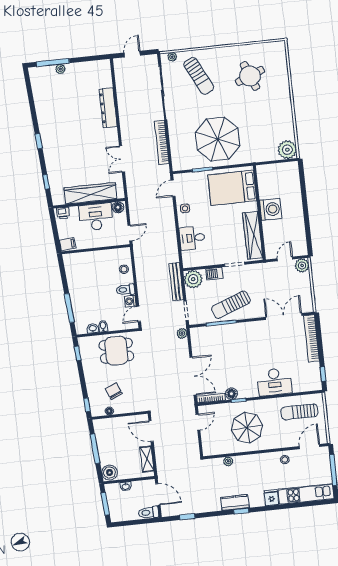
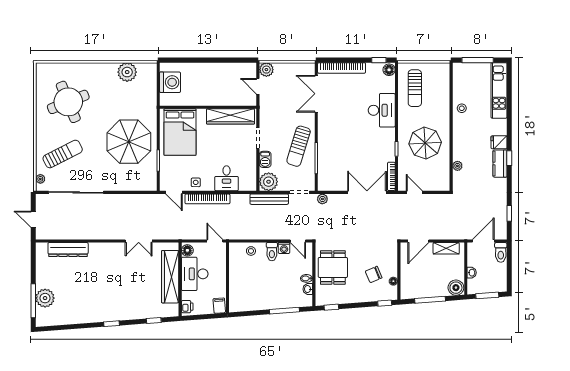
plant: (60, 69) -> (45, 298), width x1.87, depth x1.87
round table: (250, 76) -> (68, 102), width x1.36, depth x1.36
dresser: (108, 108) -> (68, 250), moved
bookcase: (162, 142) -> (207, 199), moved
plant: (287, 150) -> (127, 72), moved
washing machine: (271, 209) -> (170, 82), moved, turned 90
sun lounger: (231, 305) -> (299, 146), turned 38
floor lamp: (232, 394) -> (389, 70), moved
door: (309, 447) -> (451, 82), removed
fridge: (271, 498) -> (499, 142), moved

